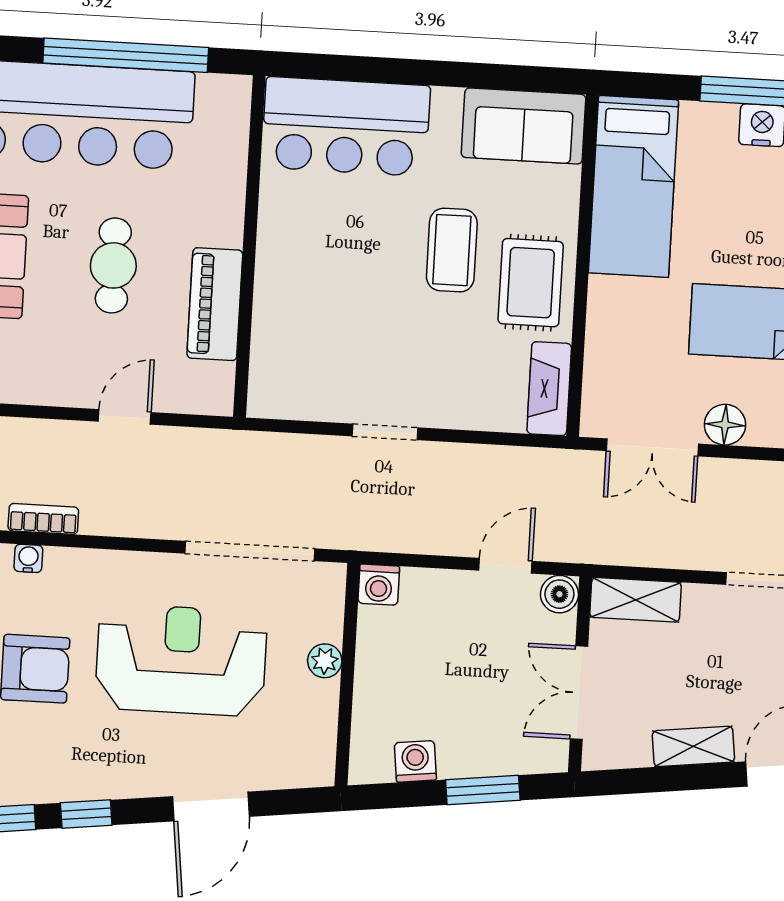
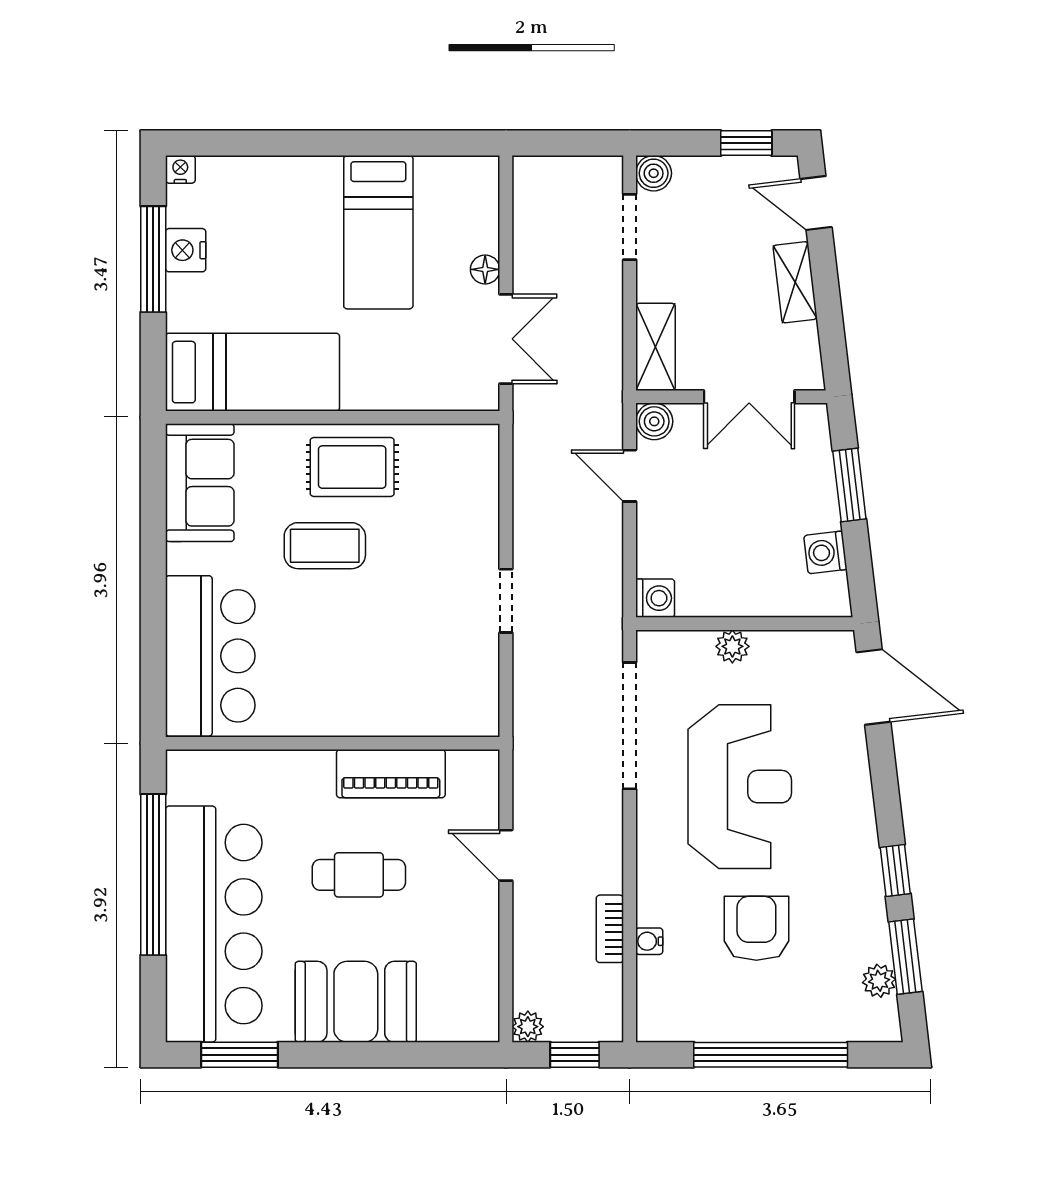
fireplace: (549, 389) -> (454, 443), removed
floor lamp: (725, 425) -> (485, 269), width x0.73, depth x0.73
reception desk: (181, 660) -> (740, 787), turned 180
door: (211, 806) -> (873, 687), moved

